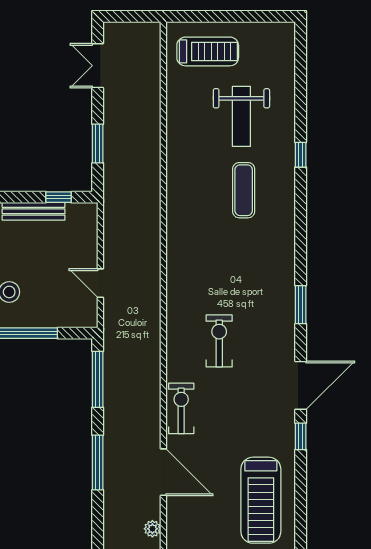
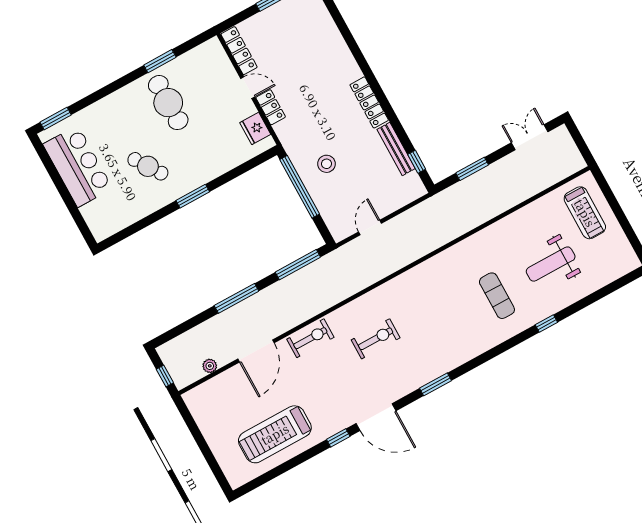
exercise mat: (244, 190) -> (497, 296), turned 90

